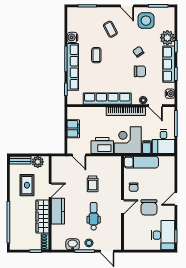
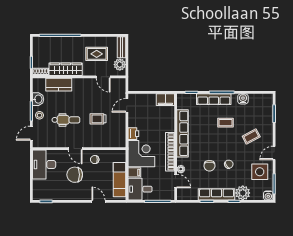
row of seats: (73, 67) -> (214, 99), width x0.73
water cooler: (170, 94) -> (268, 196), moved
door: (155, 106) -> (176, 181), swing flipped
filing cabinet: (73, 129) -> (165, 100), moved
printer: (102, 145) -> (133, 134), width x0.53, depth x0.68
exam couch: (141, 162) -> (120, 180), moved
door: (50, 190) -> (103, 77), moved
door: (176, 199) -> (98, 201), moved
kitchen counter: (58, 211) -> (59, 85), moved
desk: (163, 235) -> (44, 164), moved, turned 90

